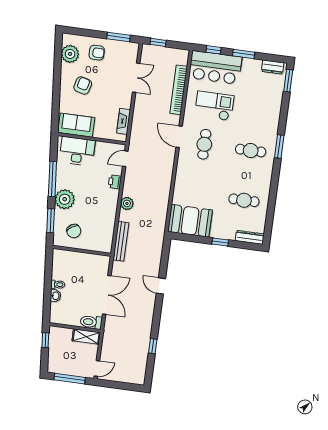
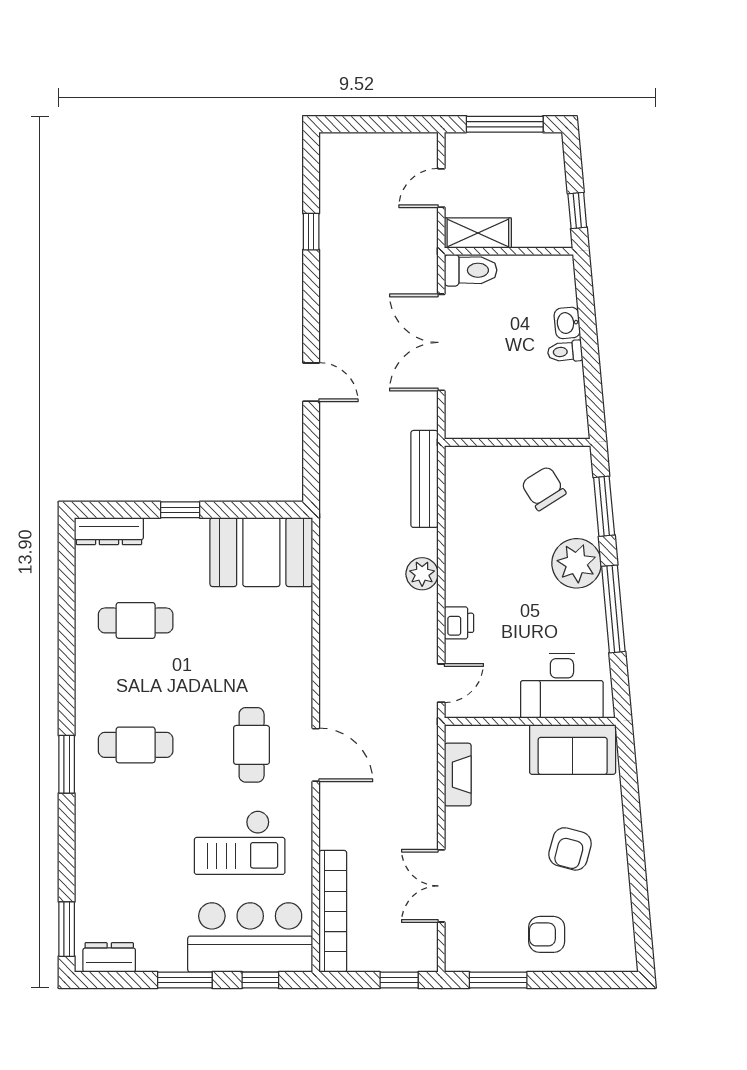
plant: (70, 54) -> (612, 922), removed
bookcase: (179, 90) -> (333, 911), moved
door: (97, 368) -> (441, 188), moved

